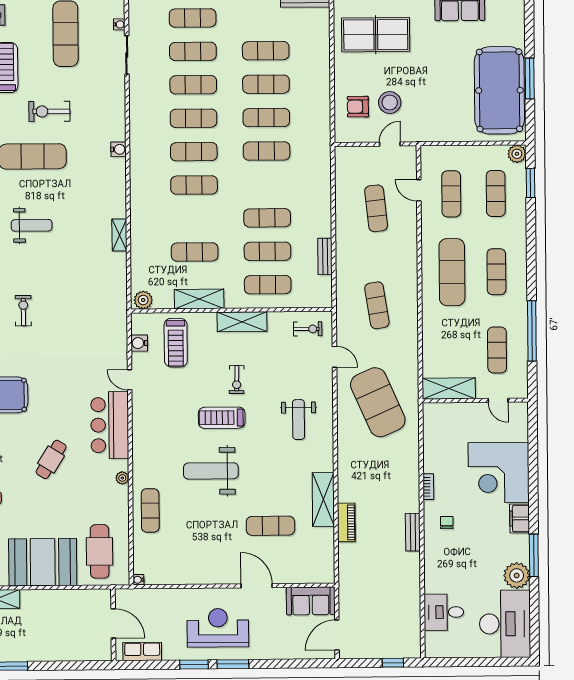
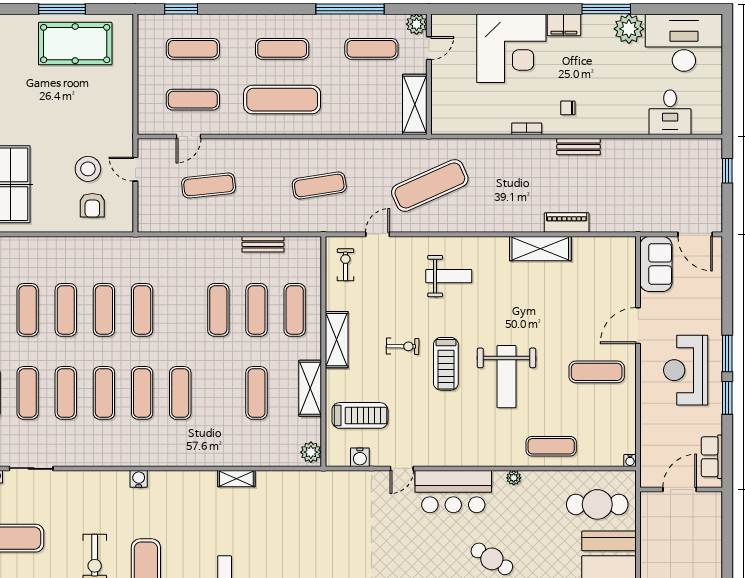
pool table: (499, 90) -> (75, 44), width x0.73, depth x0.76
plant: (517, 154) -> (417, 24), moved
exercise mat: (378, 402) -> (430, 185), width x0.68
exercise mat: (270, 526) -> (597, 372), moved, turned 90

